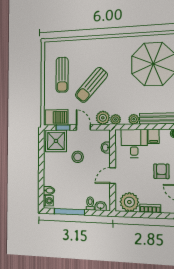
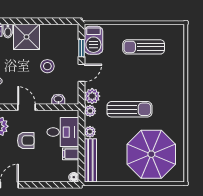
sun lounger: (91, 85) -> (129, 109), moved, turned 138
shower: (56, 141) -> (26, 37), moved
armchair: (161, 171) -> (26, 141), moved

